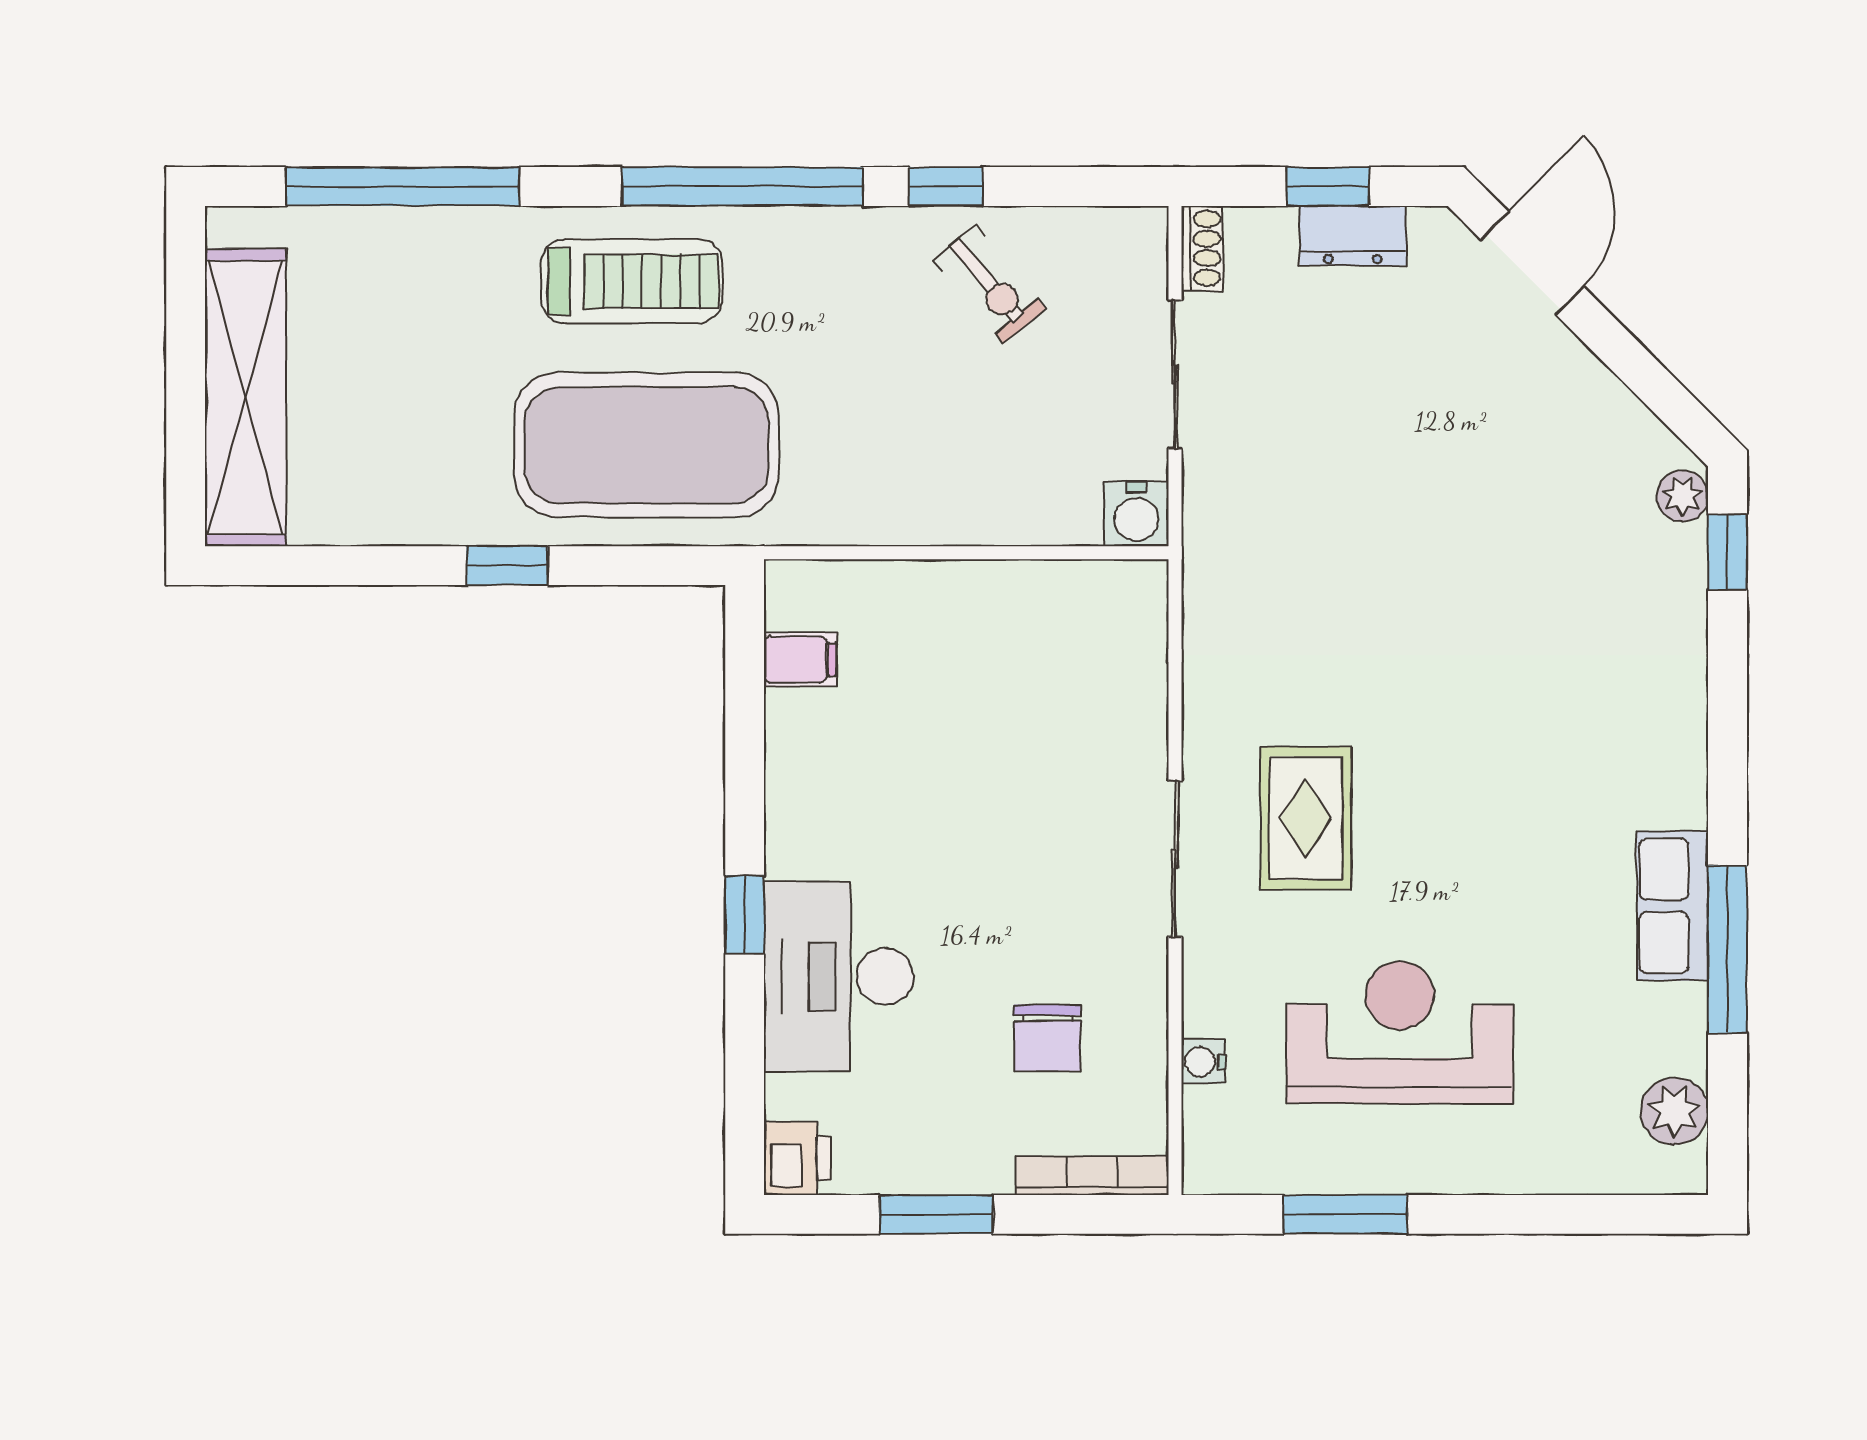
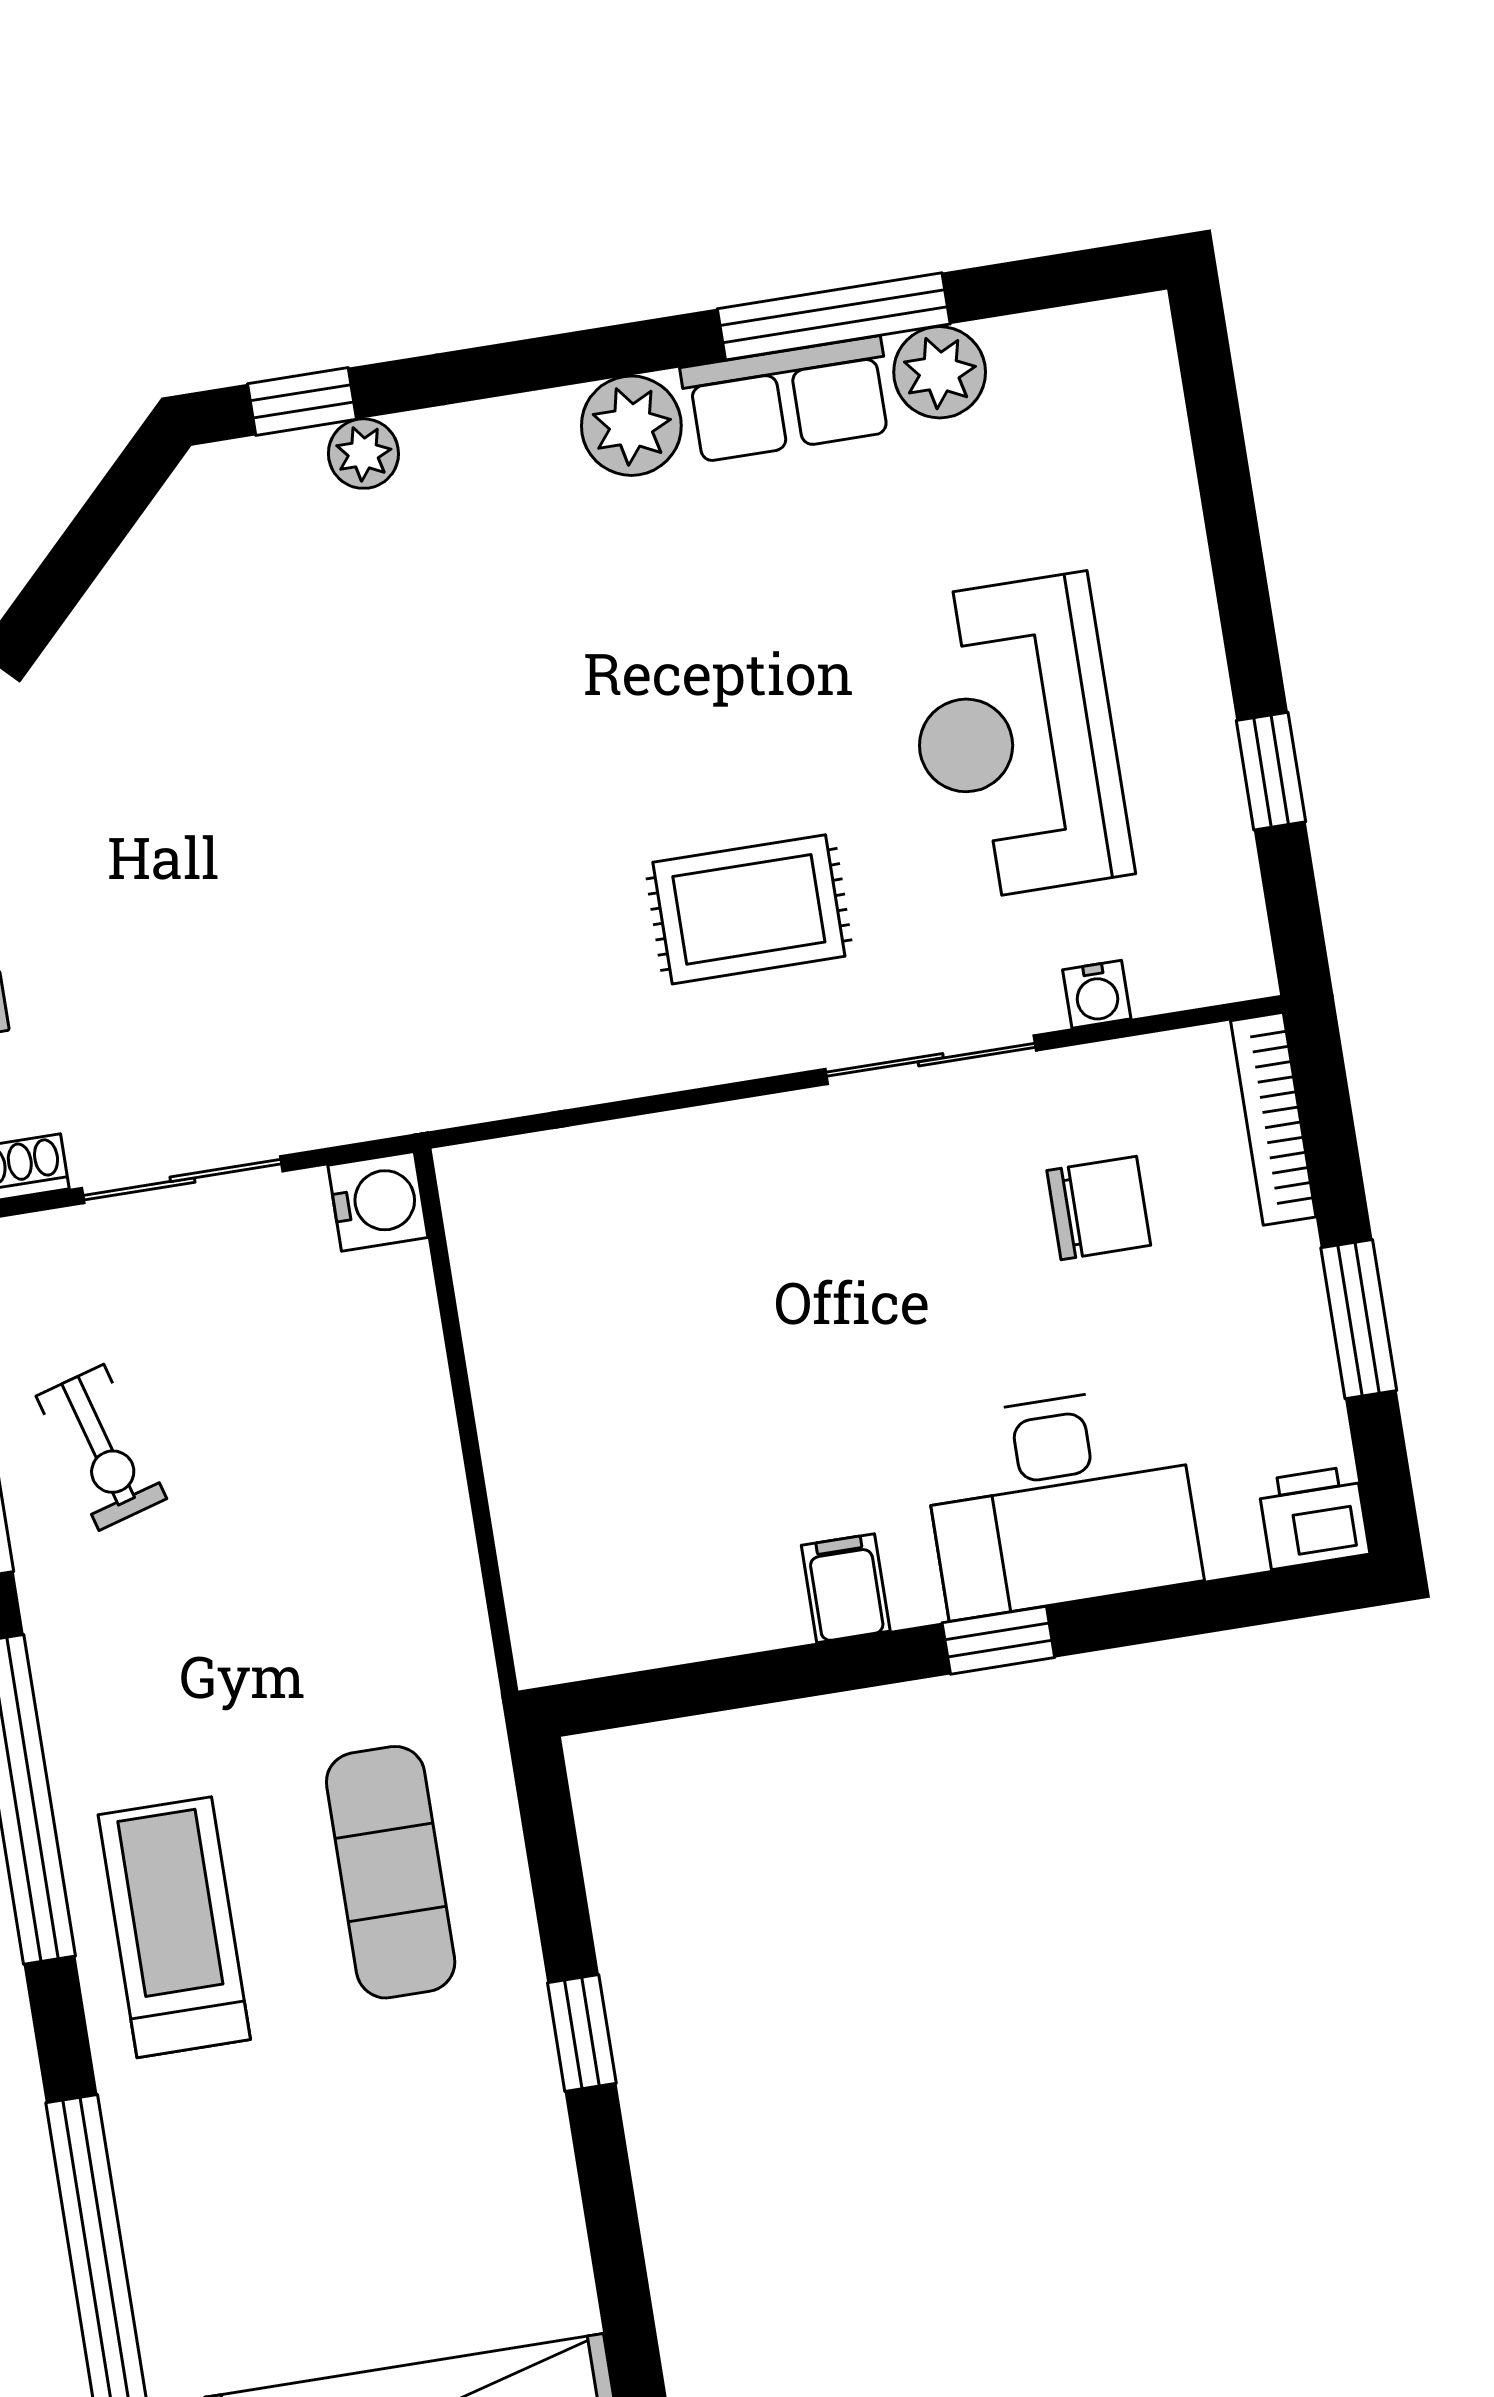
exercise bike: (989, 284) -> (101, 1447), turned 114
exercise mat: (646, 445) -> (391, 1872), width x0.50, depth x0.69
plant: (1682, 496) -> (363, 454), moved
filing cabinet: (800, 659) -> (846, 1588), moved
plant: (1671, 789) -> (631, 426), added
sliding door: (1175, 859) -> (931, 1060), moved
plant: (1674, 1111) -> (940, 372), moved
window: (1345, 1214) -> (1271, 771), width x0.67

